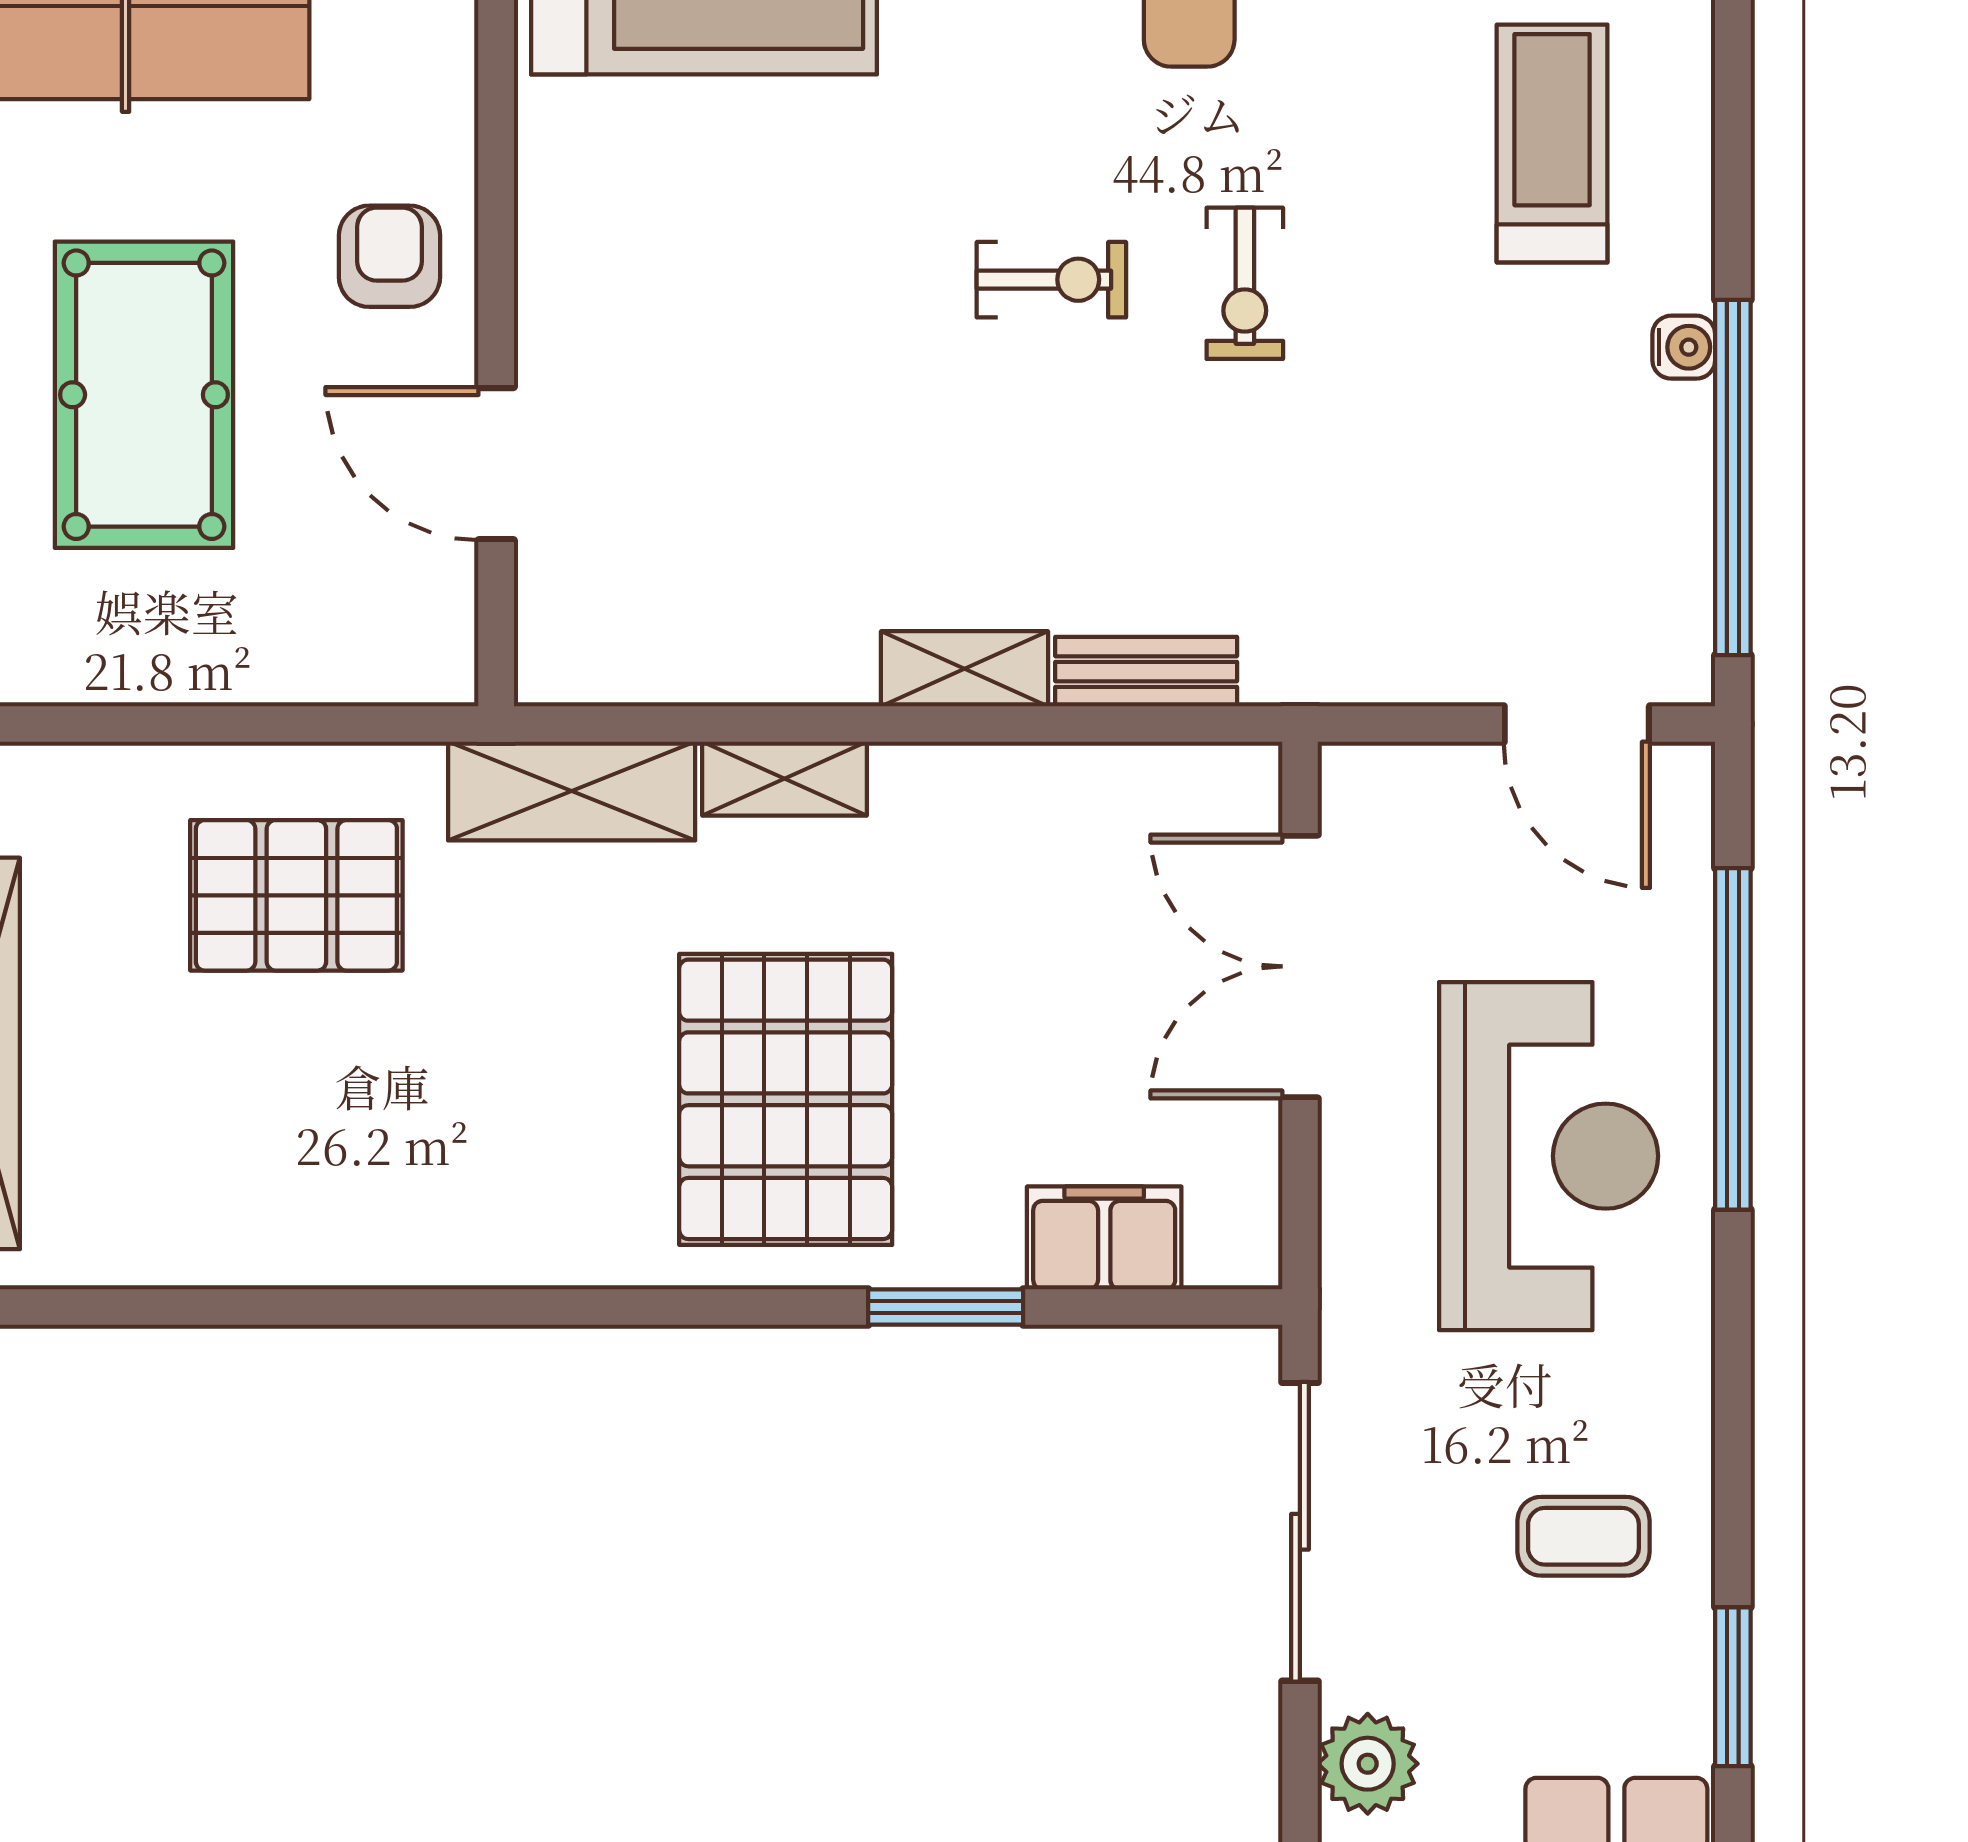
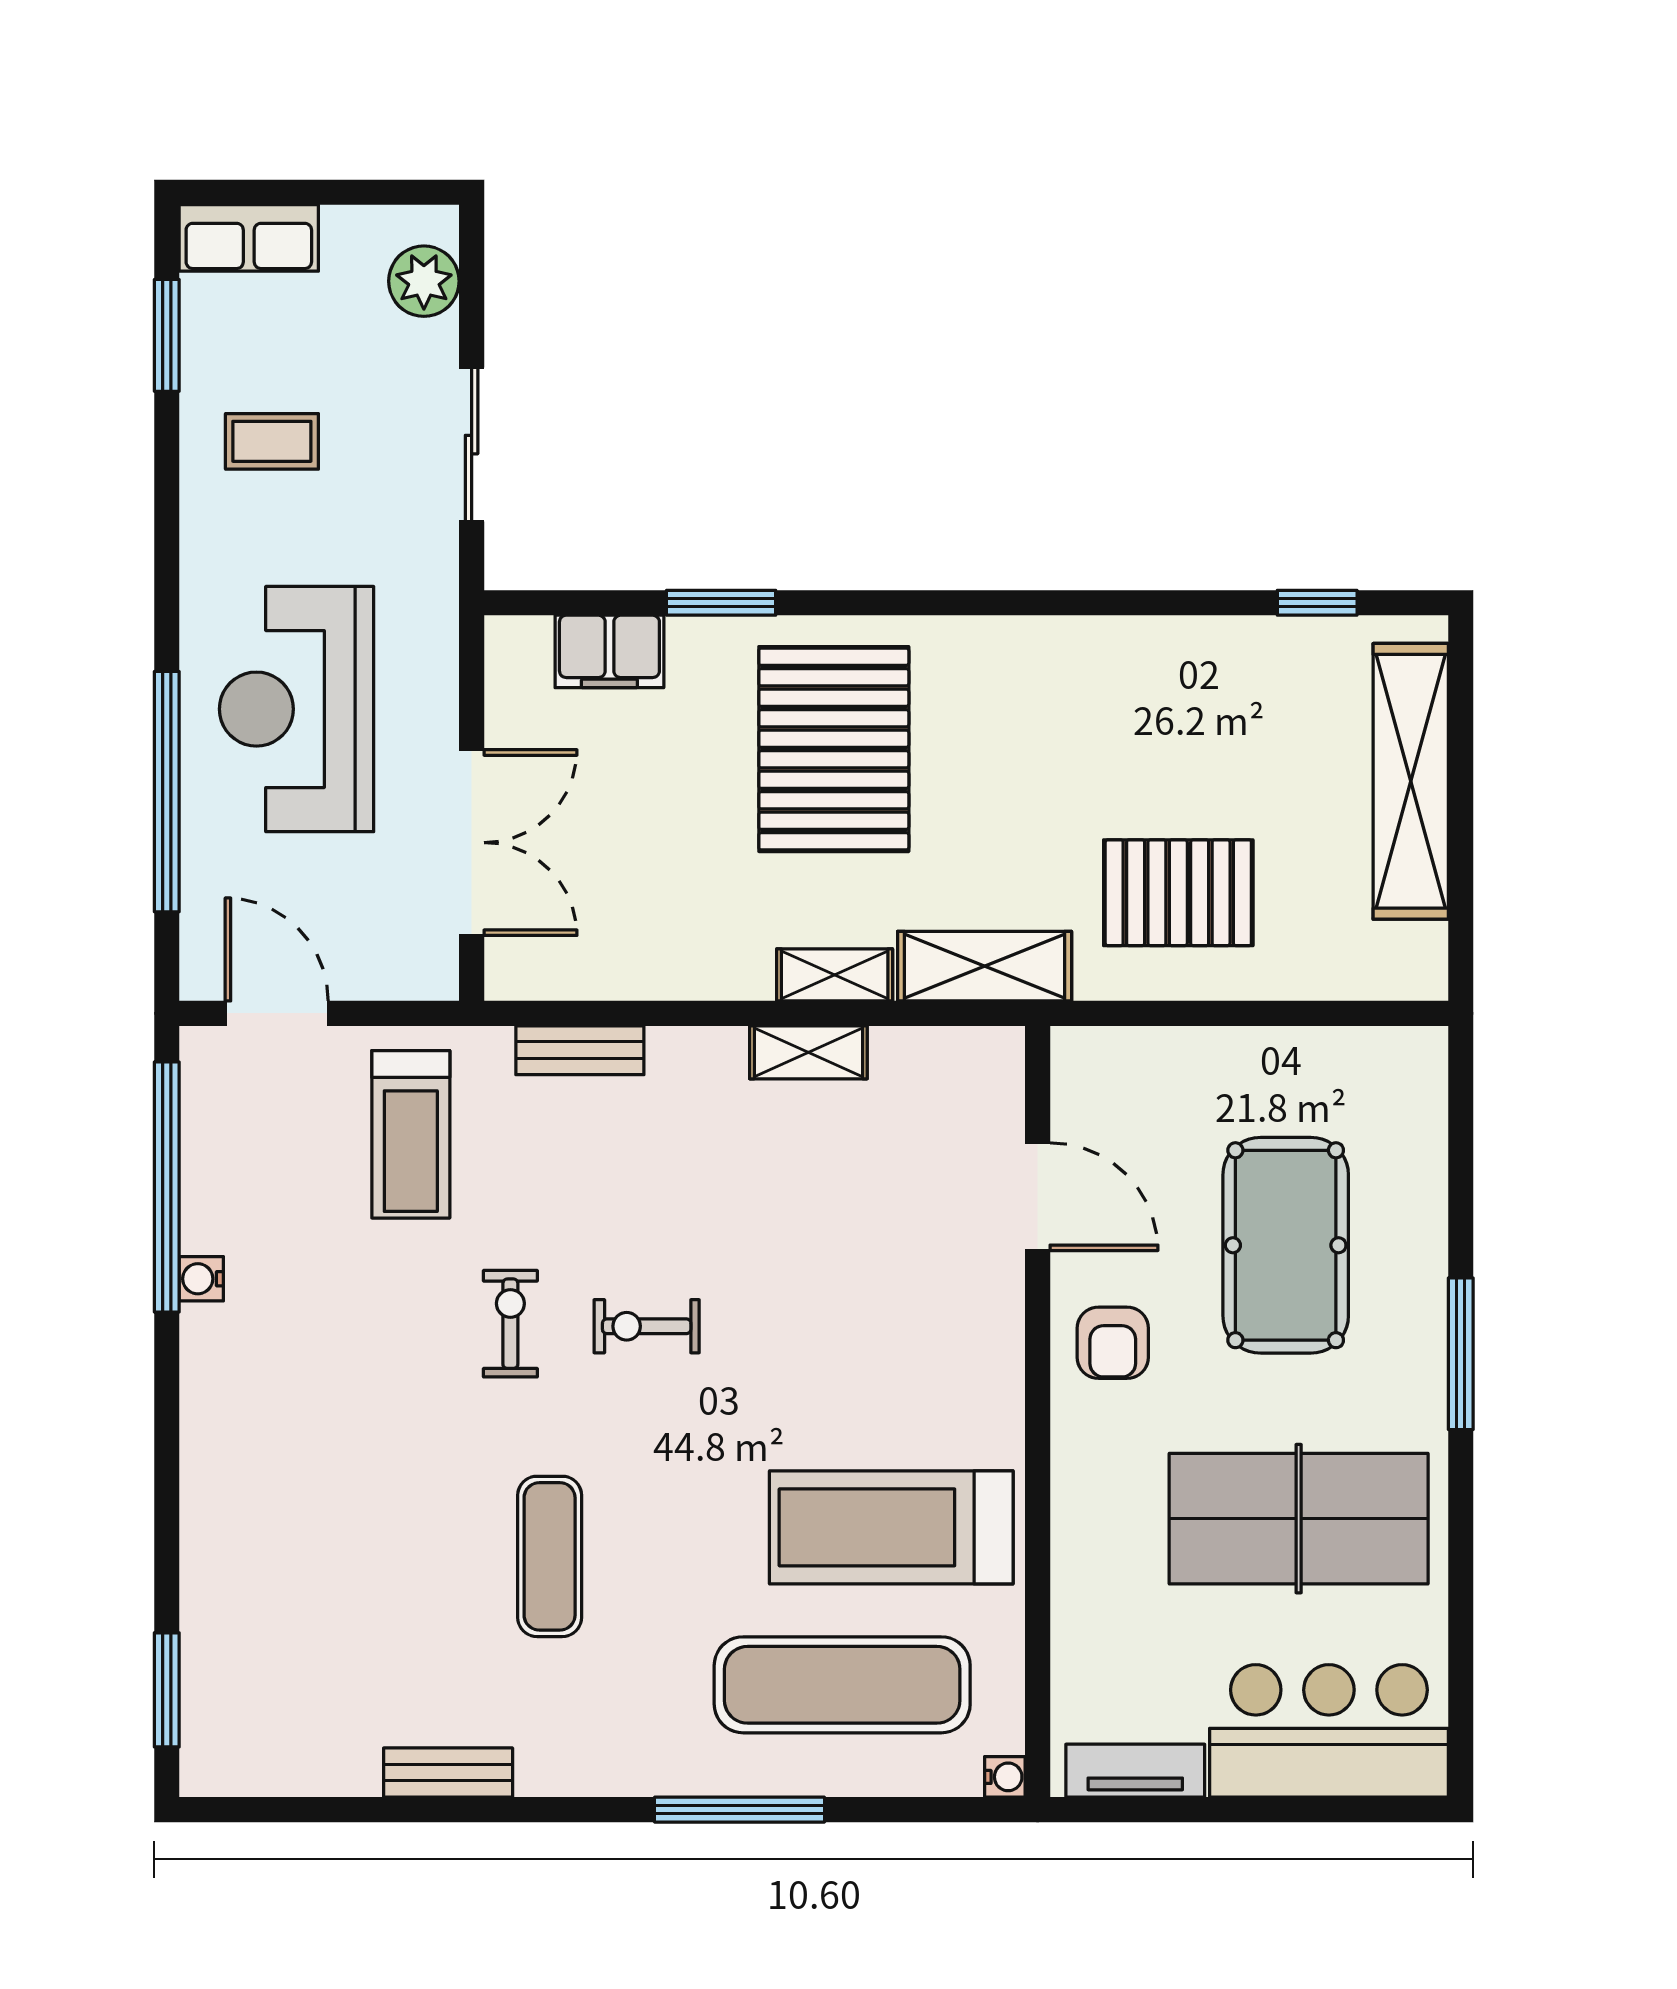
treadmill: (1552, 143) -> (411, 1134), moved
shelving: (965, 669) -> (808, 1052), moved
window: (99, 1307) -> (1317, 603), added
sliding door: (1300, 1532) -> (472, 445), width x0.73

